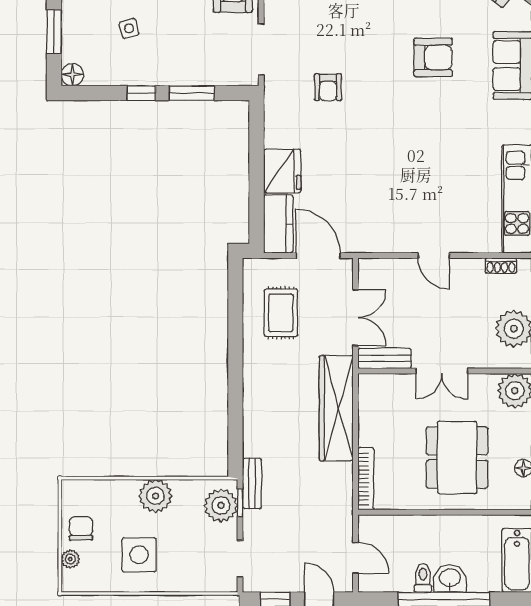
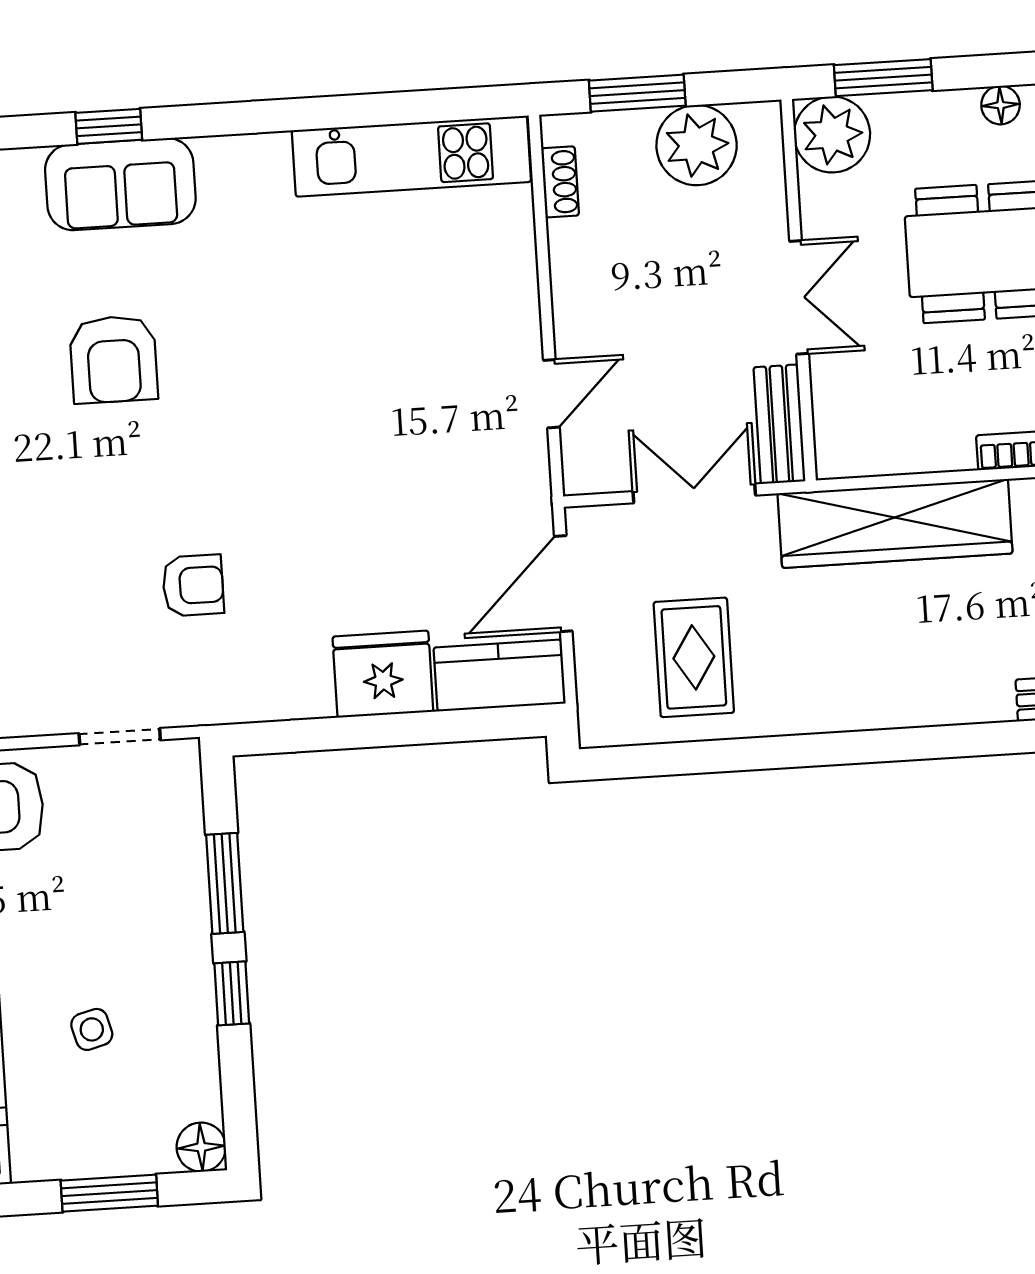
doorway: (261, 49) -> (120, 737), width x0.73
armchair: (433, 57) -> (114, 359), turned 180
door: (434, 256) -> (551, 394), moved
rug: (281, 313) -> (694, 657), turned 90

